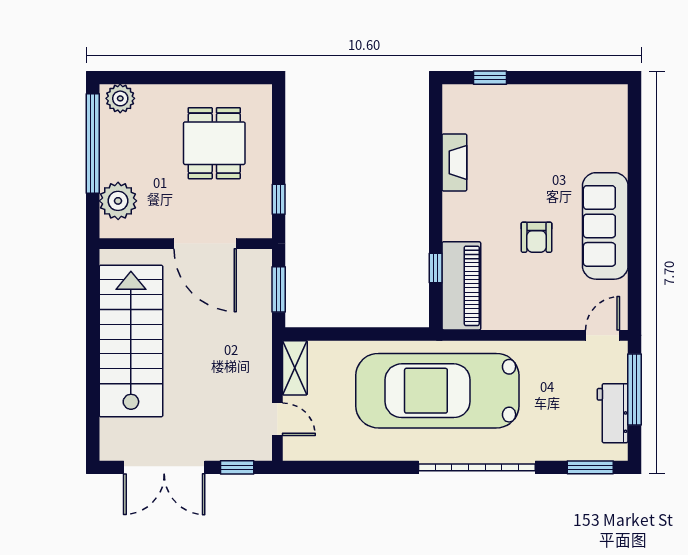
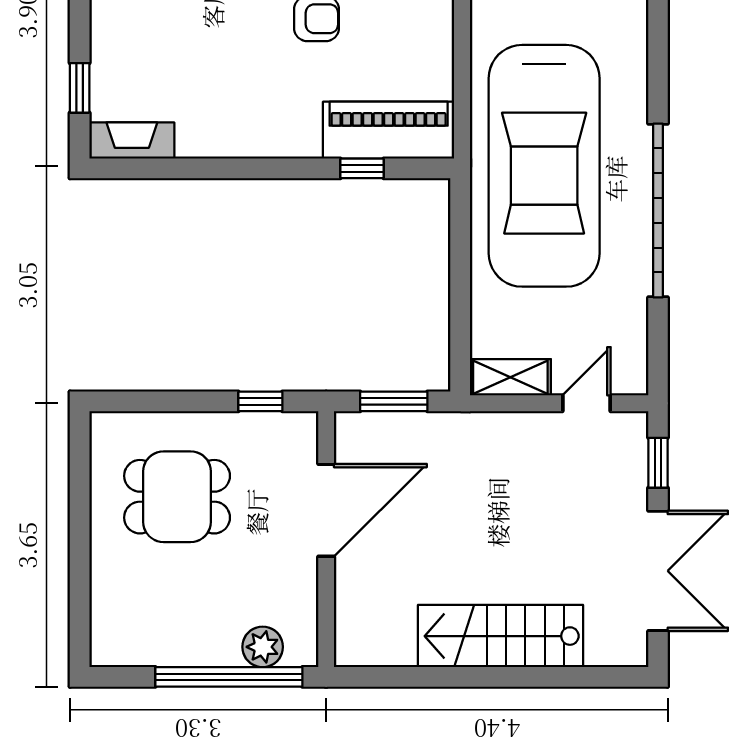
plant: (120, 98) -> (111, 636), removed
window: (93, 143) -> (229, 677), moved
fireplace: (454, 162) -> (132, 141), moved
plant: (118, 201) -> (263, 647), width x0.73, depth x0.73
stairs: (131, 341) -> (501, 636), width x0.73, depth x0.66
garage door: (477, 467) -> (658, 210), moved

